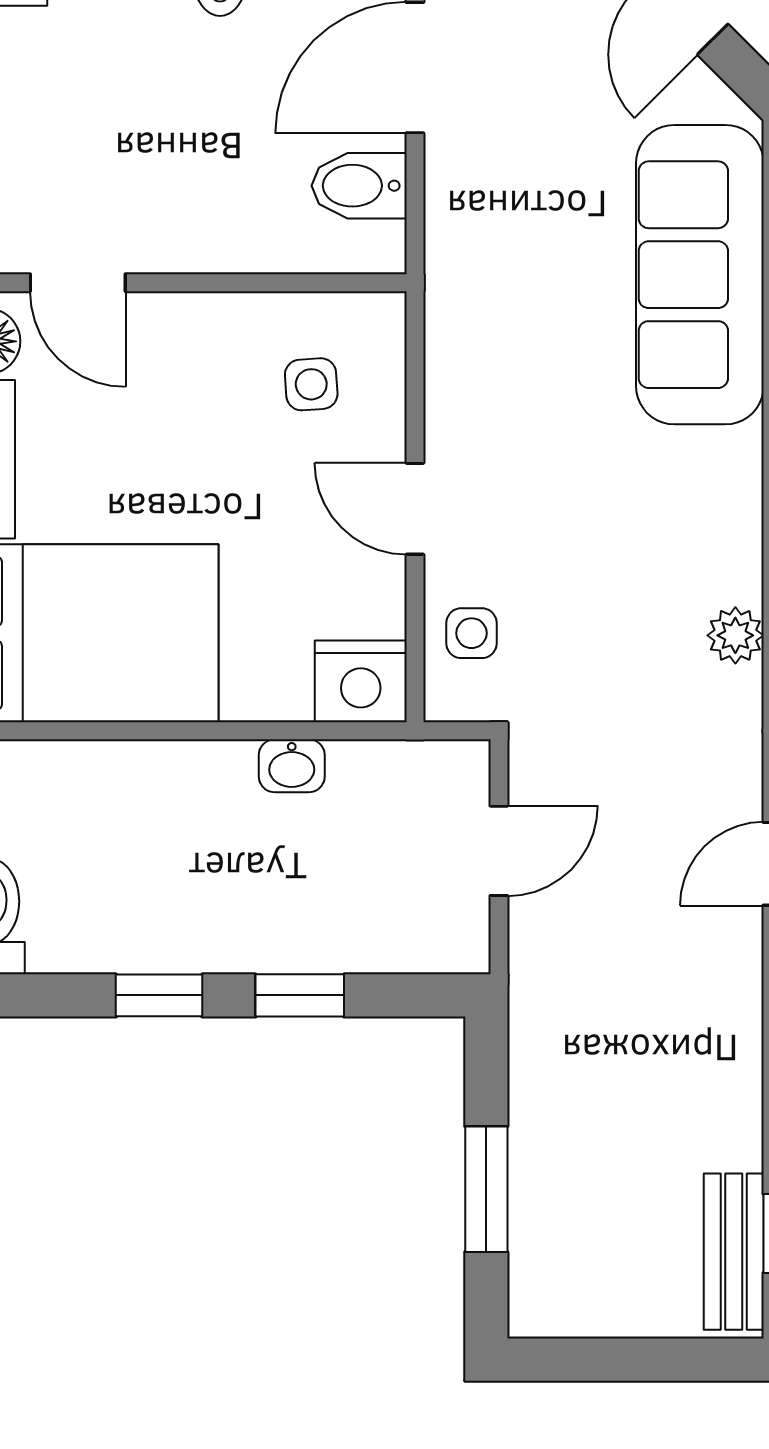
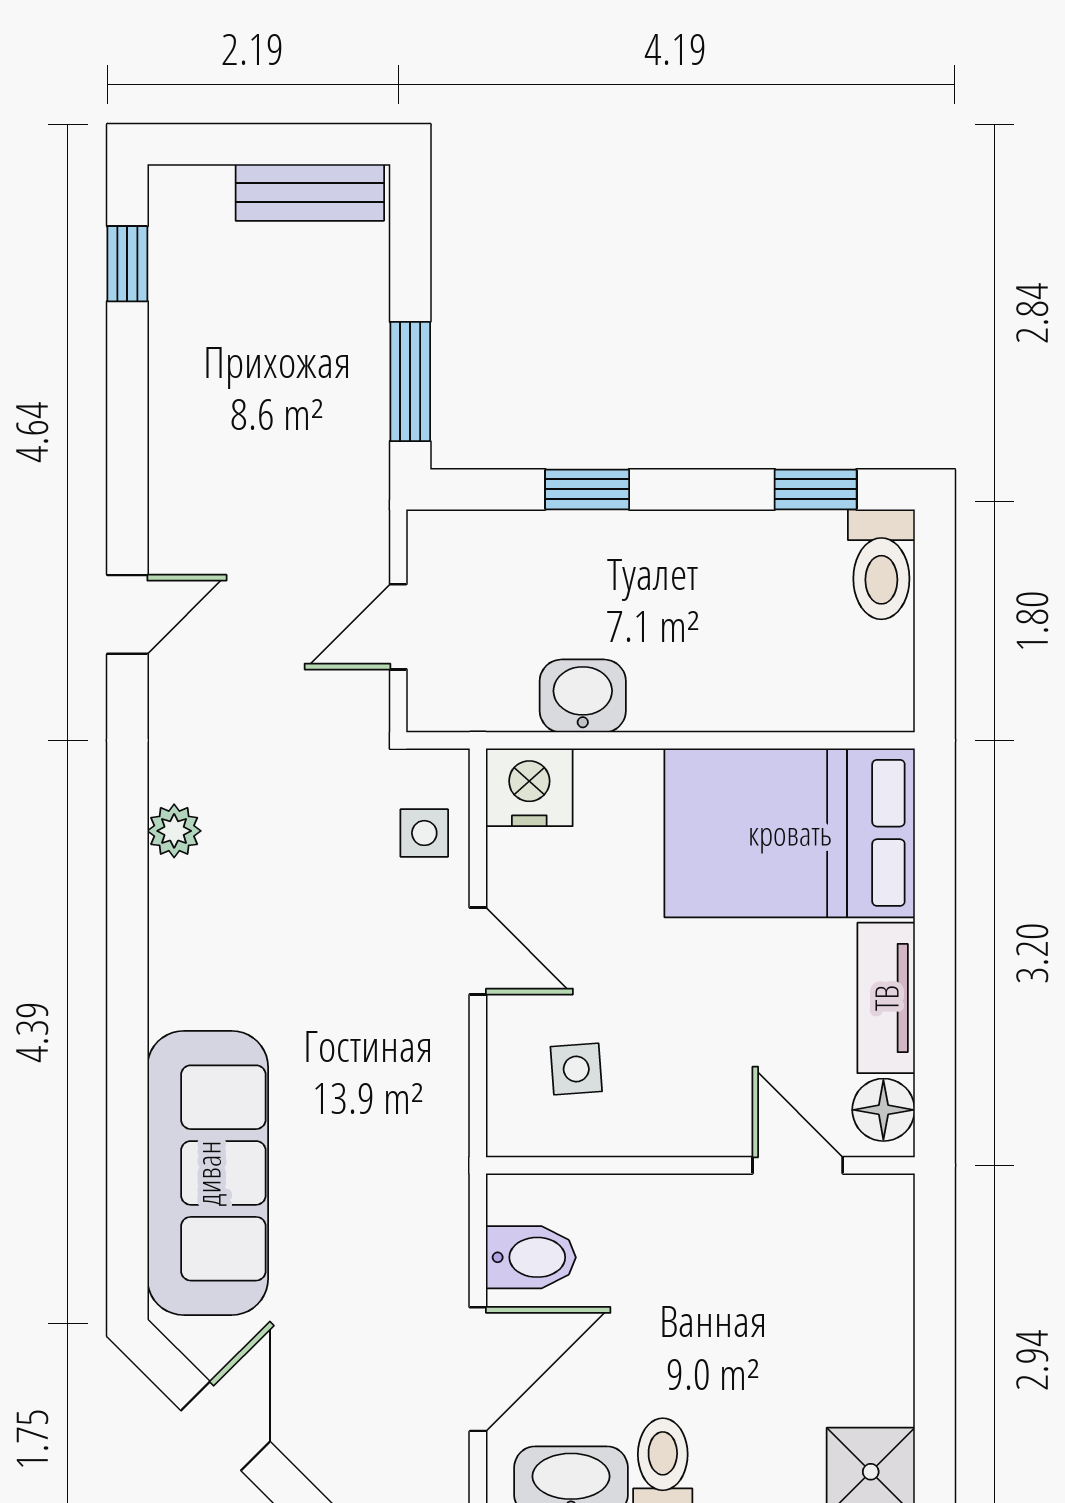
washbasin: (292, 766) -> (583, 696), width x1.38, depth x1.45
window: (159, 995) -> (816, 489), moved
window: (486, 1189) -> (410, 381), moved
bench: (734, 1252) -> (310, 193), moved, turned 90

